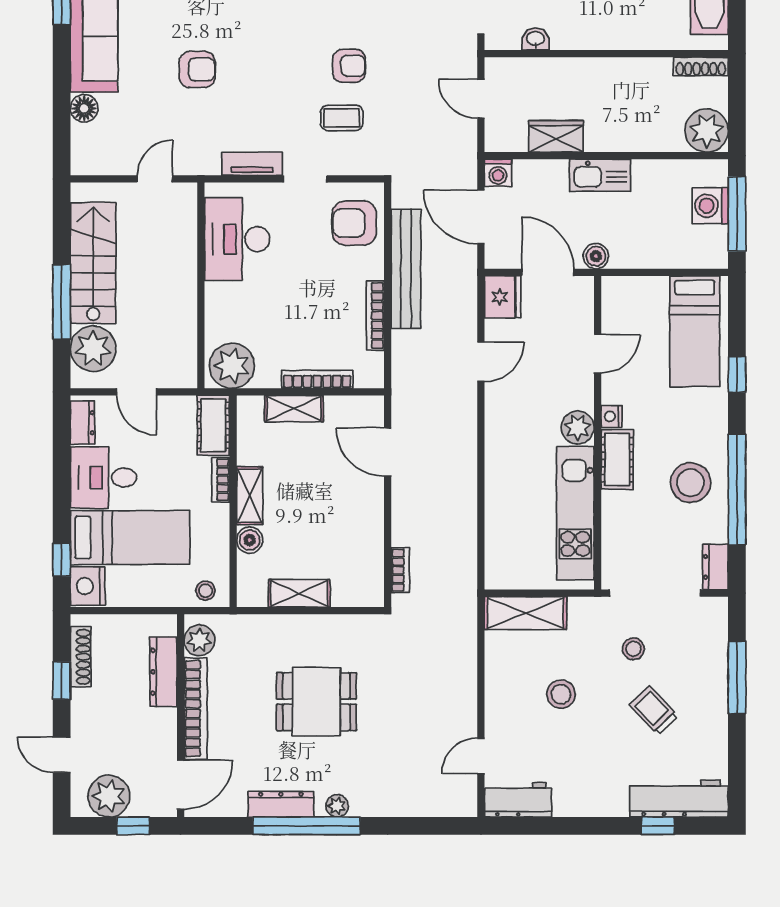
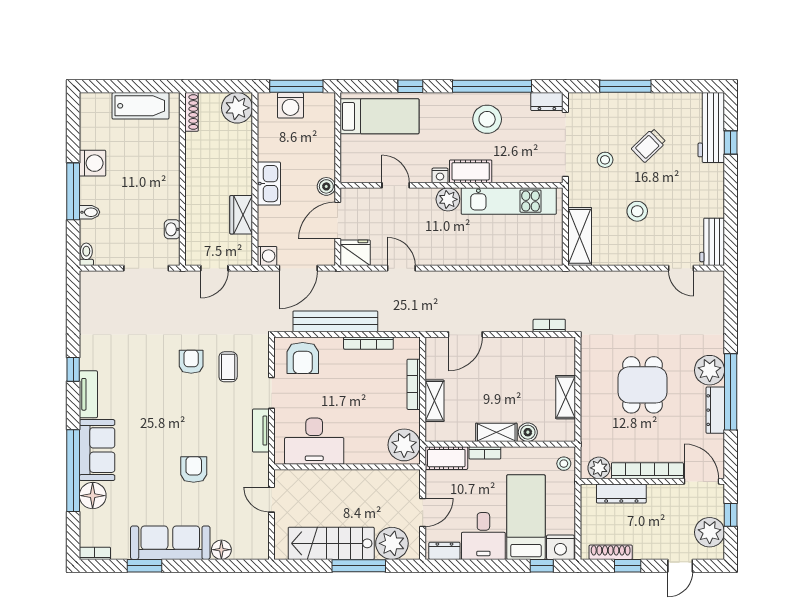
plant: (337, 806) -> (710, 370), width x1.87, depth x1.87

